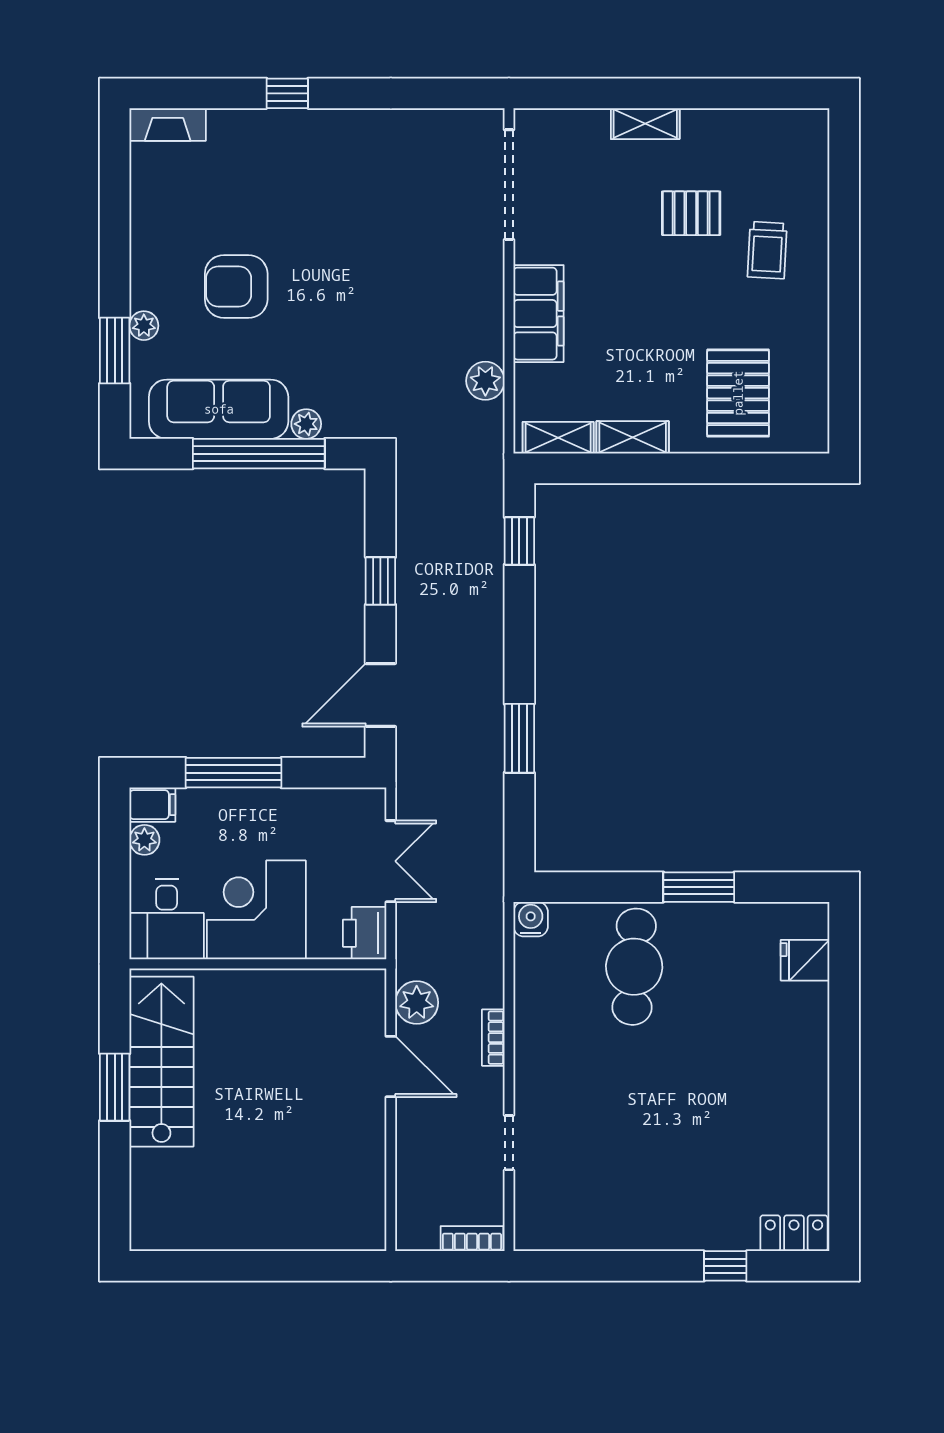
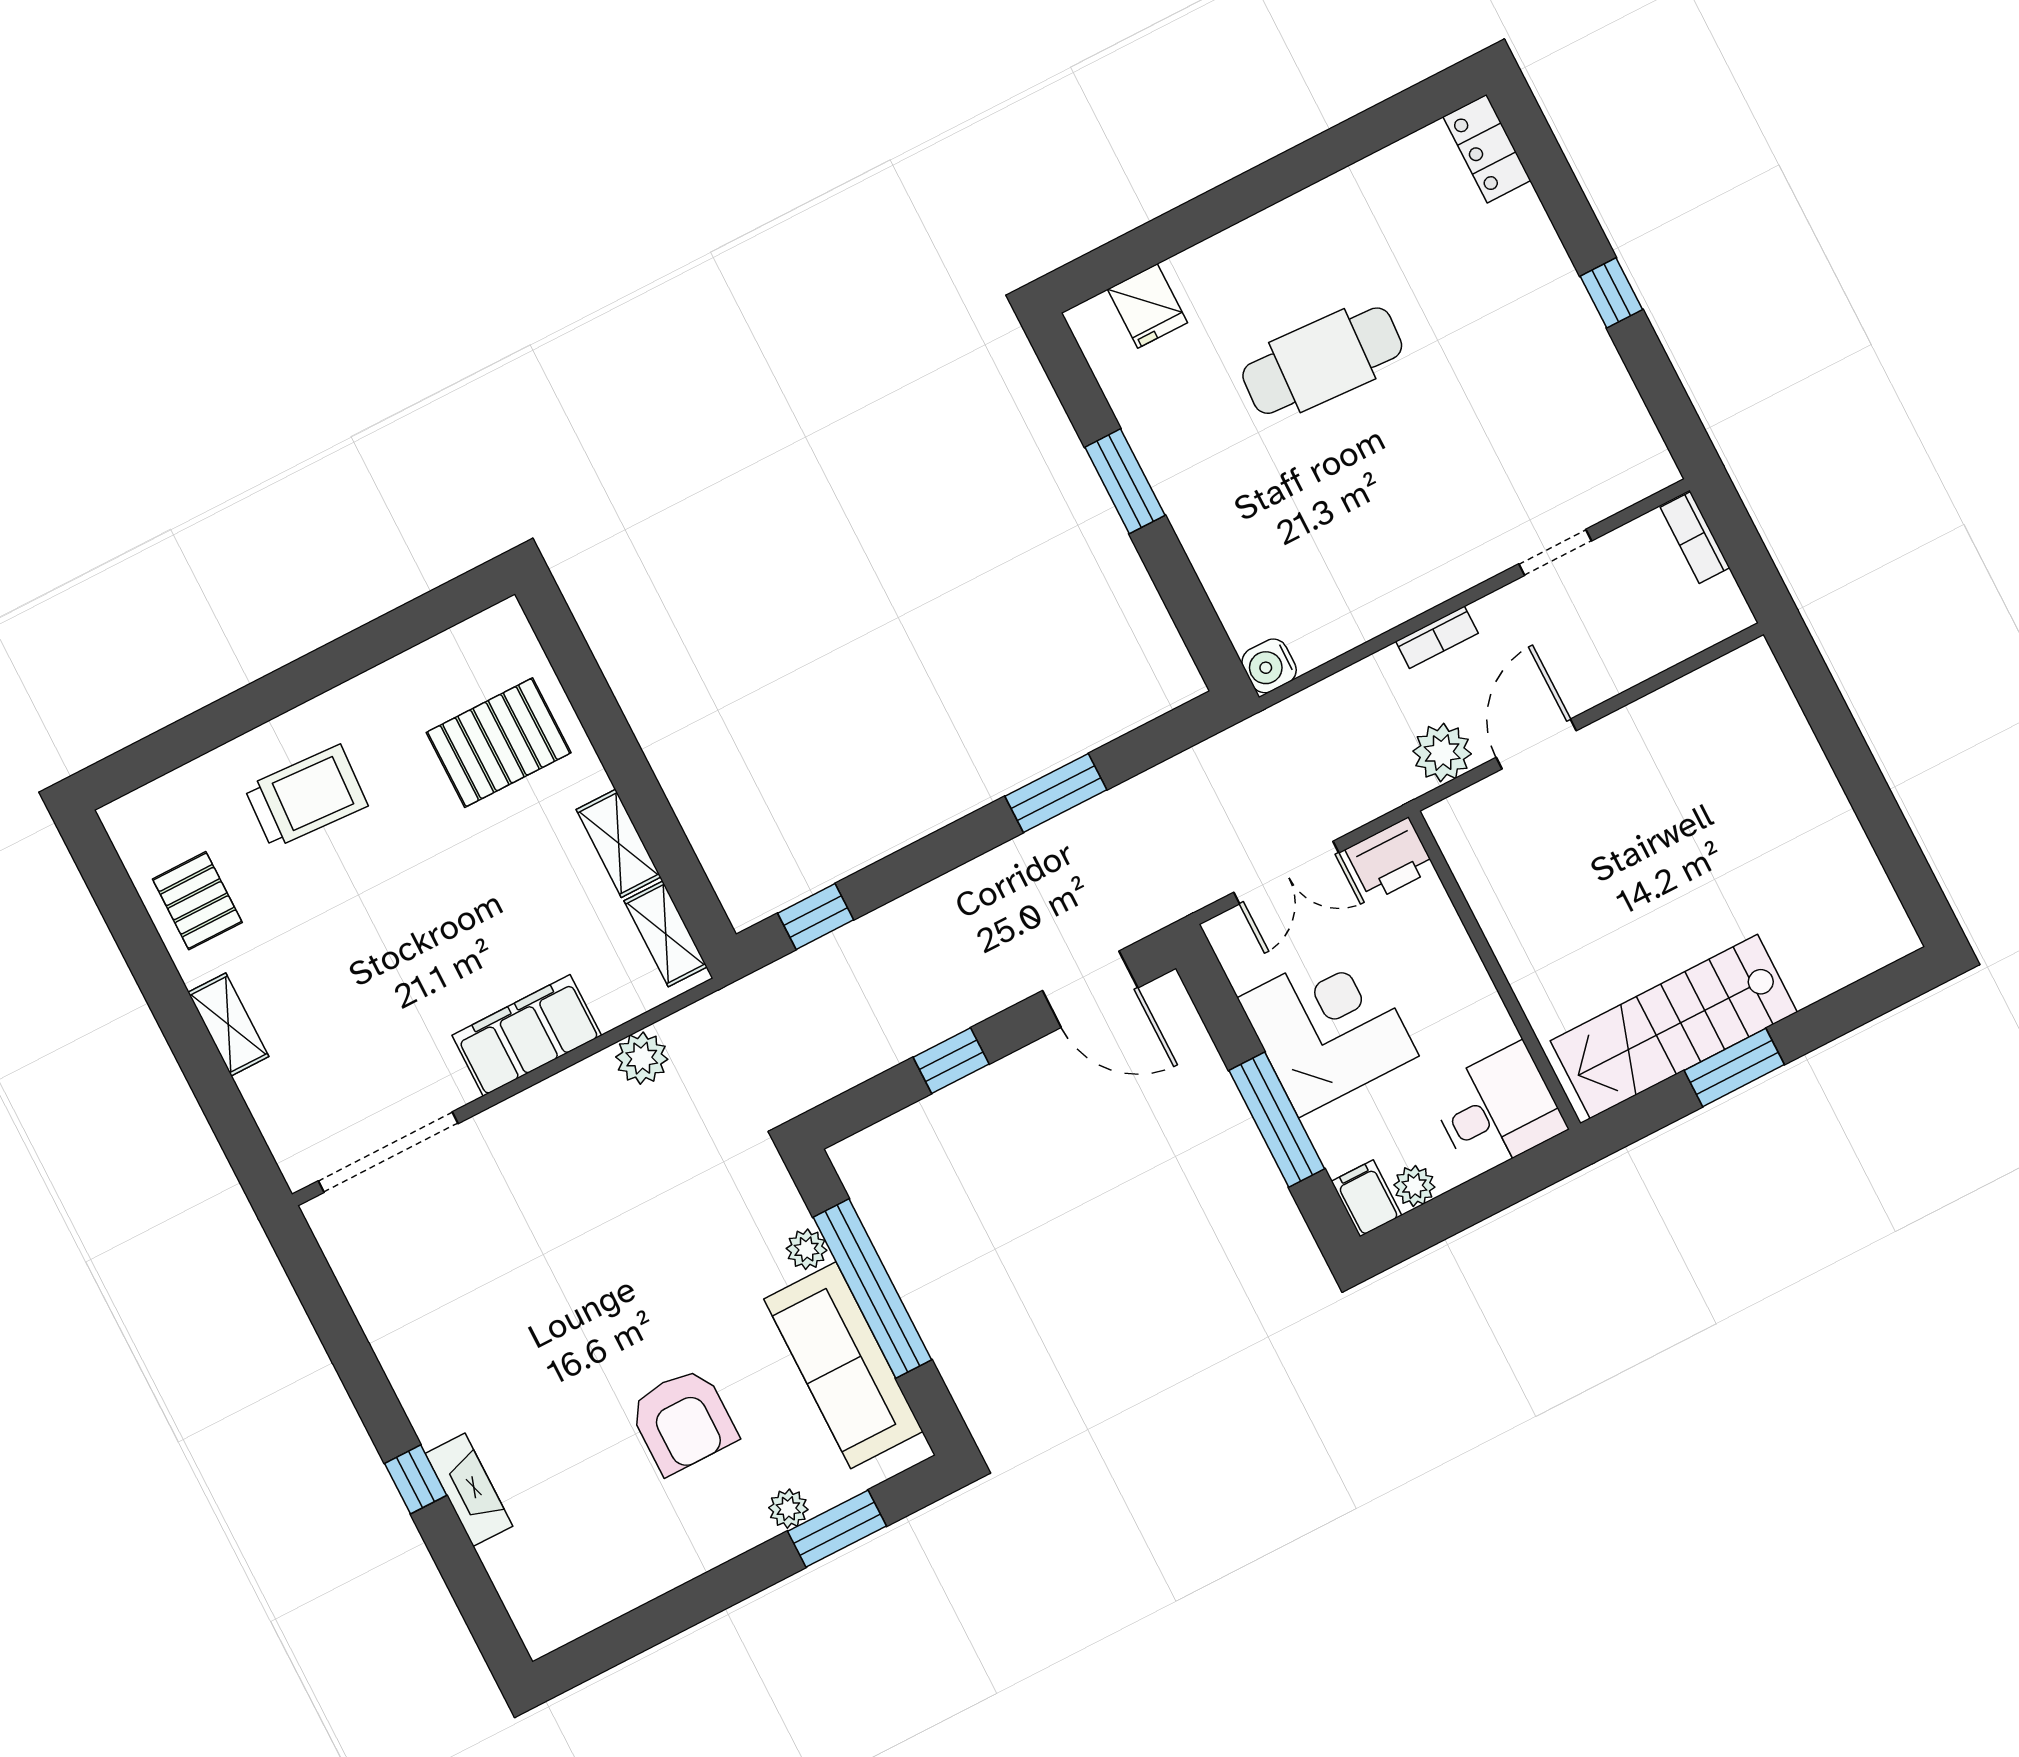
fireplace: (168, 124) -> (469, 1490), moved
pallet: (691, 213) -> (197, 901), moved
trolley: (767, 250) -> (306, 797), width x1.36, depth x1.39
double door: (391, 861) -> (1286, 873), swing flipped
corner desk: (256, 910) -> (1328, 1027), moved, turned 180
cafe table: (634, 967) -> (1322, 361), moved
window: (725, 1266) -> (1611, 293), moved

